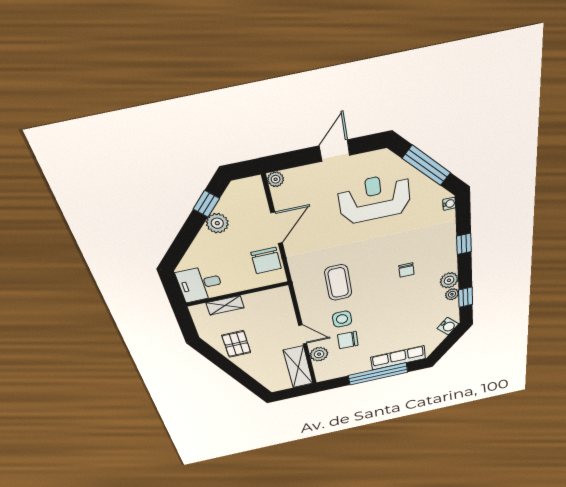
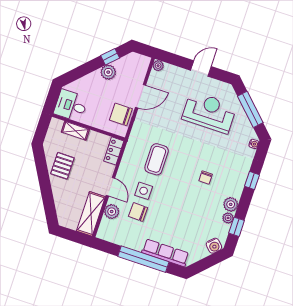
chair: (266, 260) -> (121, 114), turned 90
locker: (283, 301) -> (114, 151), added

